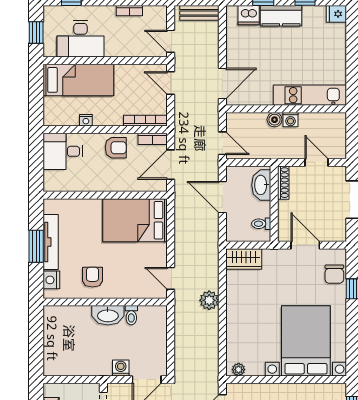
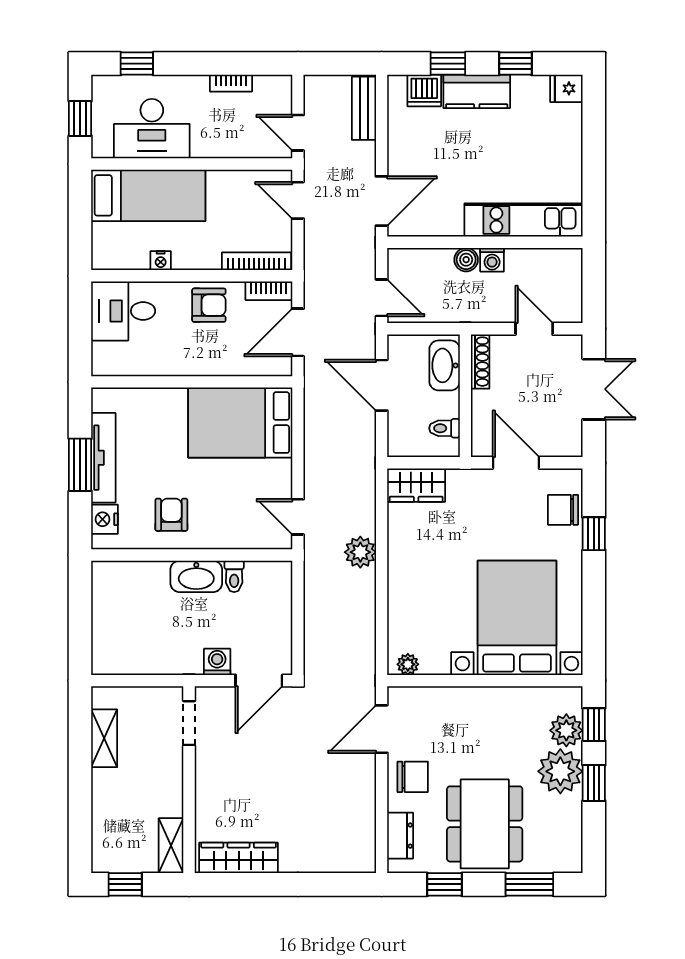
bench: (199, 13) -> (364, 108), moved, turned 90
chair: (334, 274) -> (563, 510), turned 90

